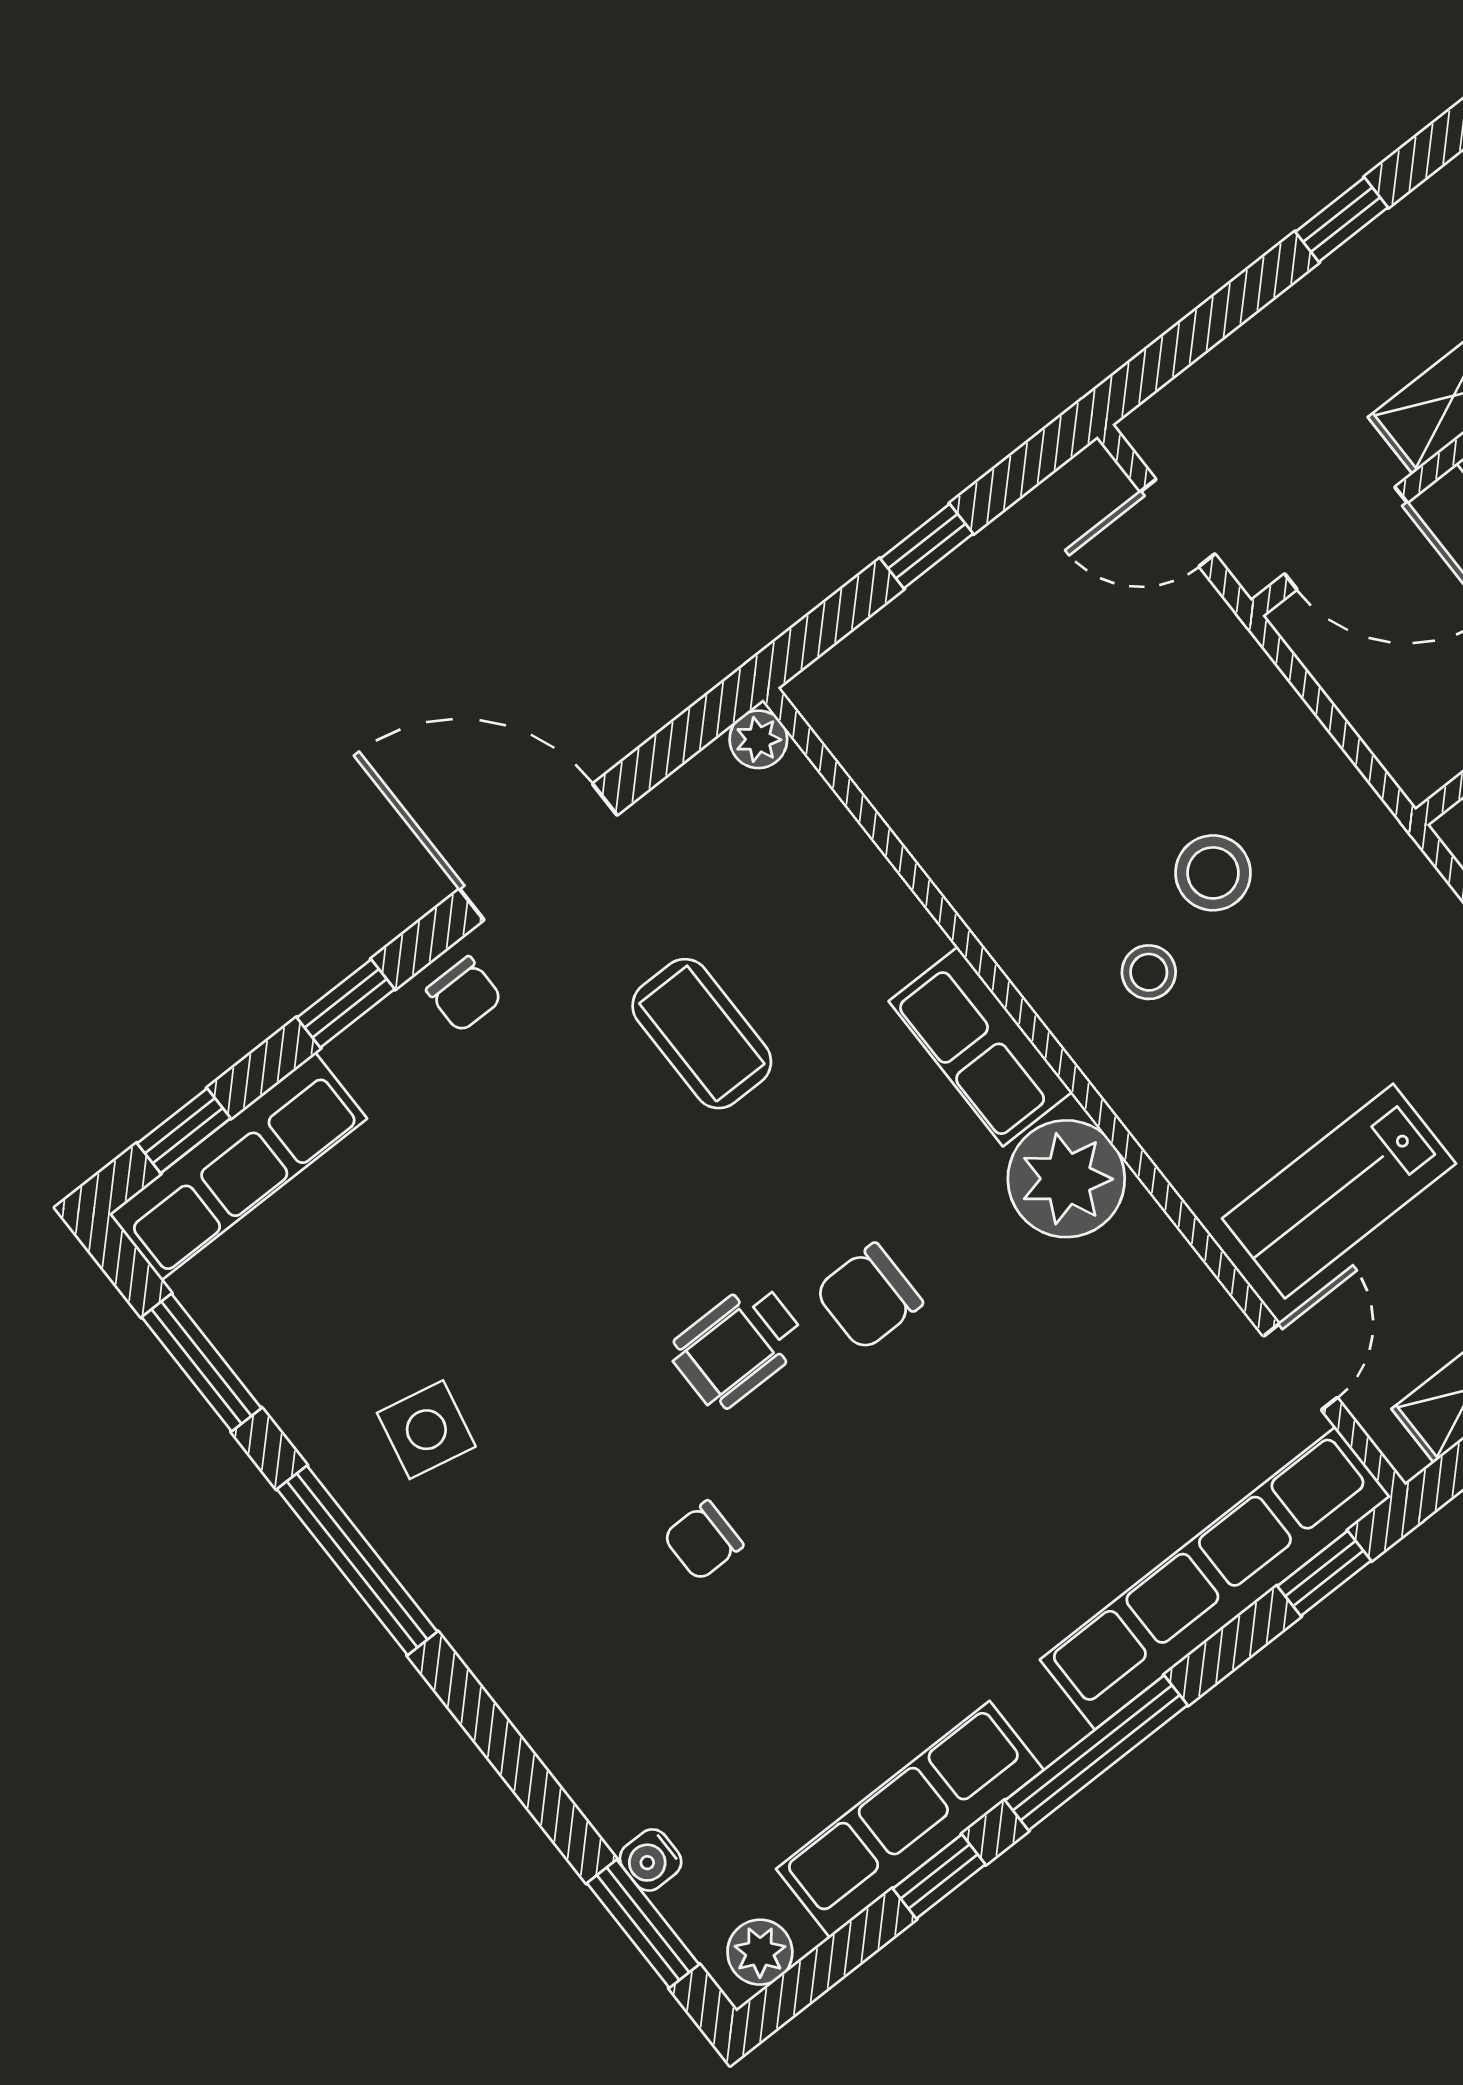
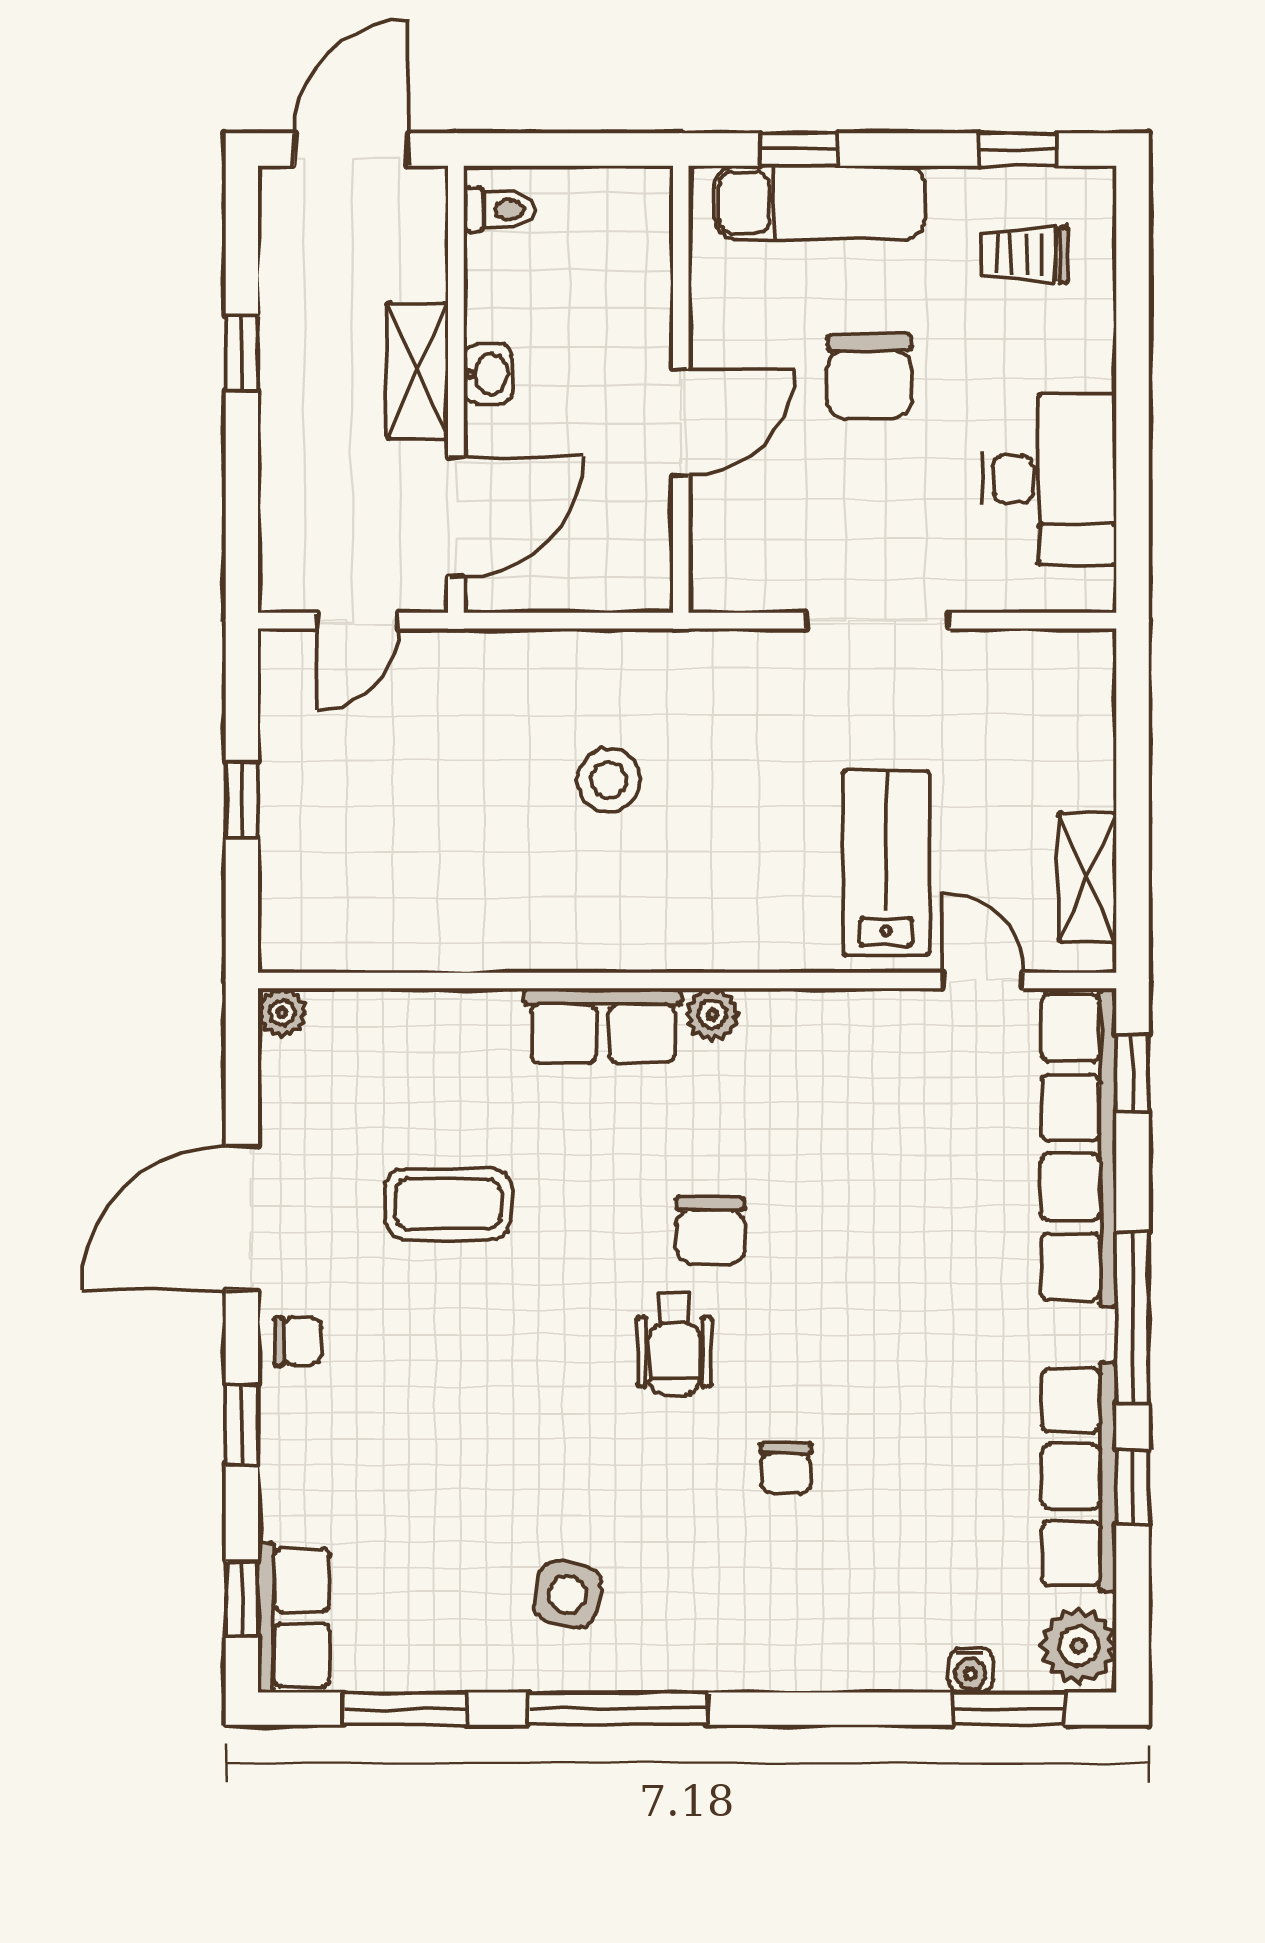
stool: (1149, 972) -> (641, 875), removed
row of seats: (238, 1166) -> (294, 1618), width x0.68
plant: (1066, 1179) -> (712, 1015), width x0.53, depth x0.53
lab bench: (1339, 1191) -> (886, 863), turned 180
plant: (760, 1952) -> (1079, 1646), width x1.38, depth x1.38

